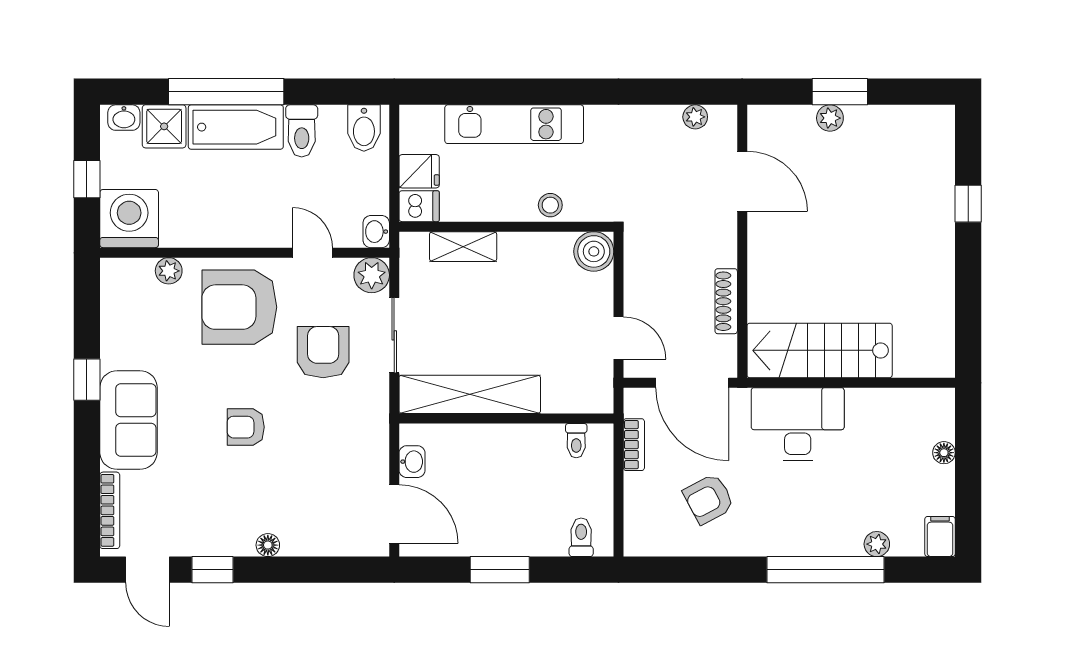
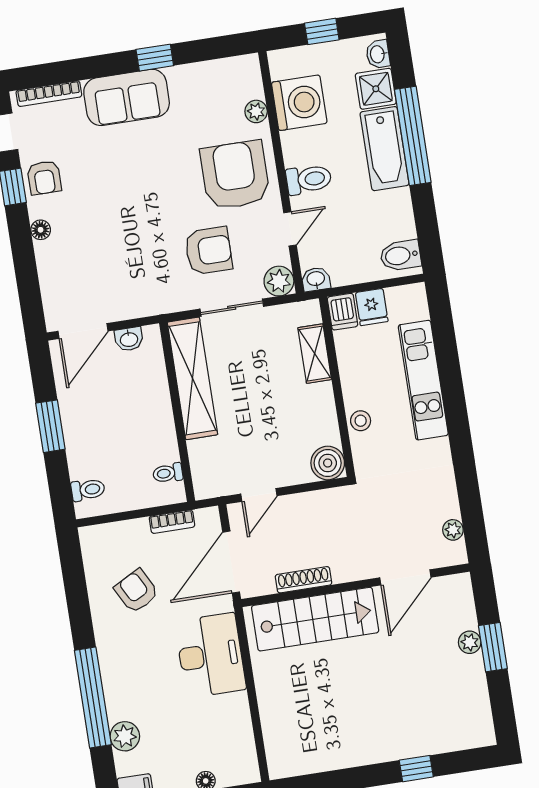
toilet: (302, 131) -> (309, 179), moved, turned 180
washing machine: (129, 219) -> (299, 103), moved
stairs: (820, 350) -> (315, 619), moved, turned 90
armchair: (246, 427) -> (44, 178), moved, turned 180
plant: (877, 544) -> (125, 736), width x1.38, depth x1.38

